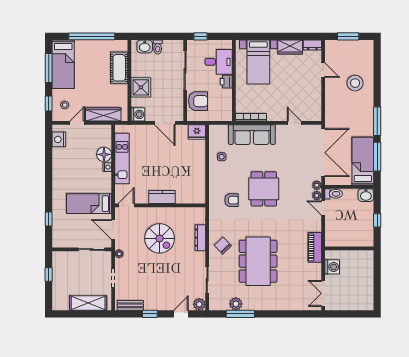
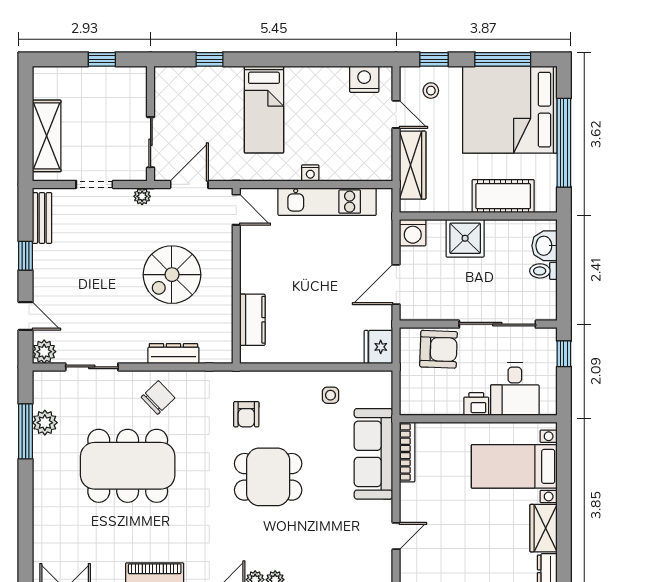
bed: (63, 64) -> (510, 110), width x2.04
armchair: (198, 101) -> (438, 349), turned -88
floor lamp: (104, 154) -> (335, 167), removed
kitchen counter: (162, 197) -> (252, 320), moved
bed: (89, 204) -> (264, 110), moved, turned 180

